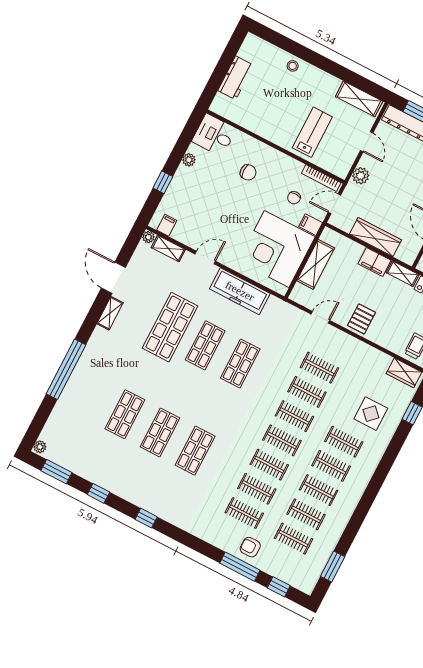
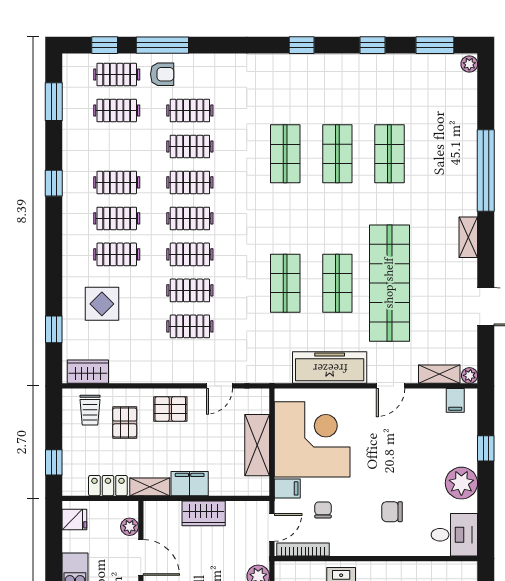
plant: (189, 160) -> (461, 483), width x1.88, depth x1.88
wardrobe: (376, 237) -> (204, 513), width x0.67
shelving: (110, 313) -> (468, 237), moved
pallet: (361, 319) -> (170, 409), turned 90
pallet: (397, 326) -> (125, 422), added
shop shelf: (170, 327) -> (389, 283), width x1.40
window: (361, 512) -> (54, 183), added
clothes rail: (306, 514) -> (117, 75), moved

